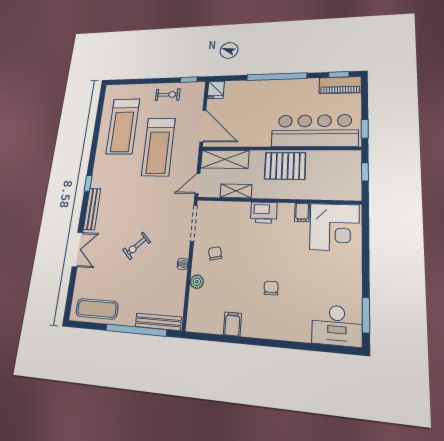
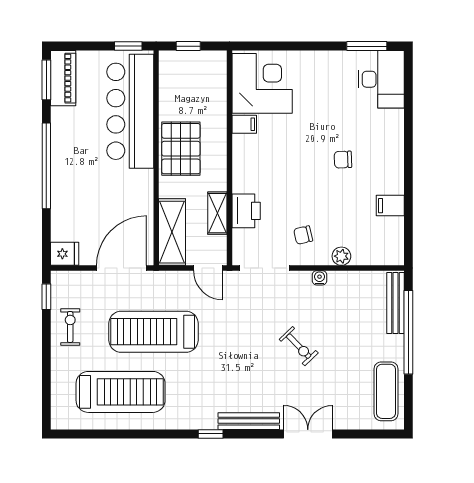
window: (339, 74) -> (46, 80), width x1.50
treadmill: (158, 147) -> (153, 332), turned 180
printer: (264, 213) -> (246, 211), moved

